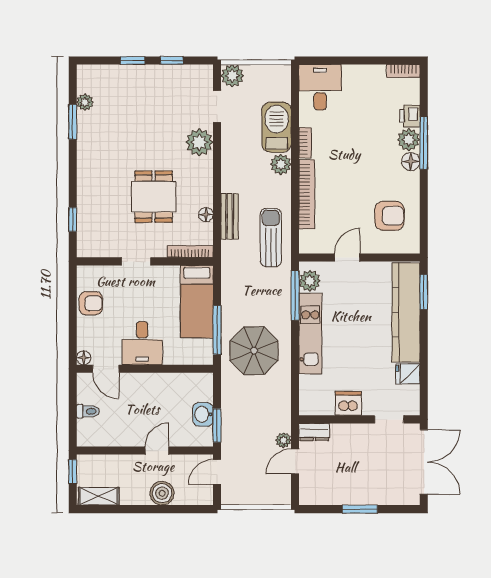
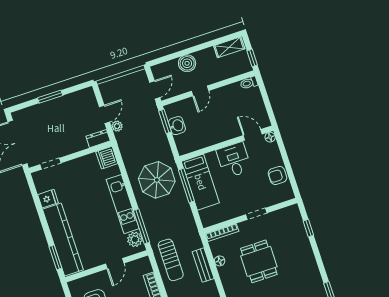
bed: (197, 302) -> (200, 182), moved, turned 180
dishwasher: (348, 403) -> (107, 158), moved, turned 90
toilet: (88, 411) -> (249, 83), moved

